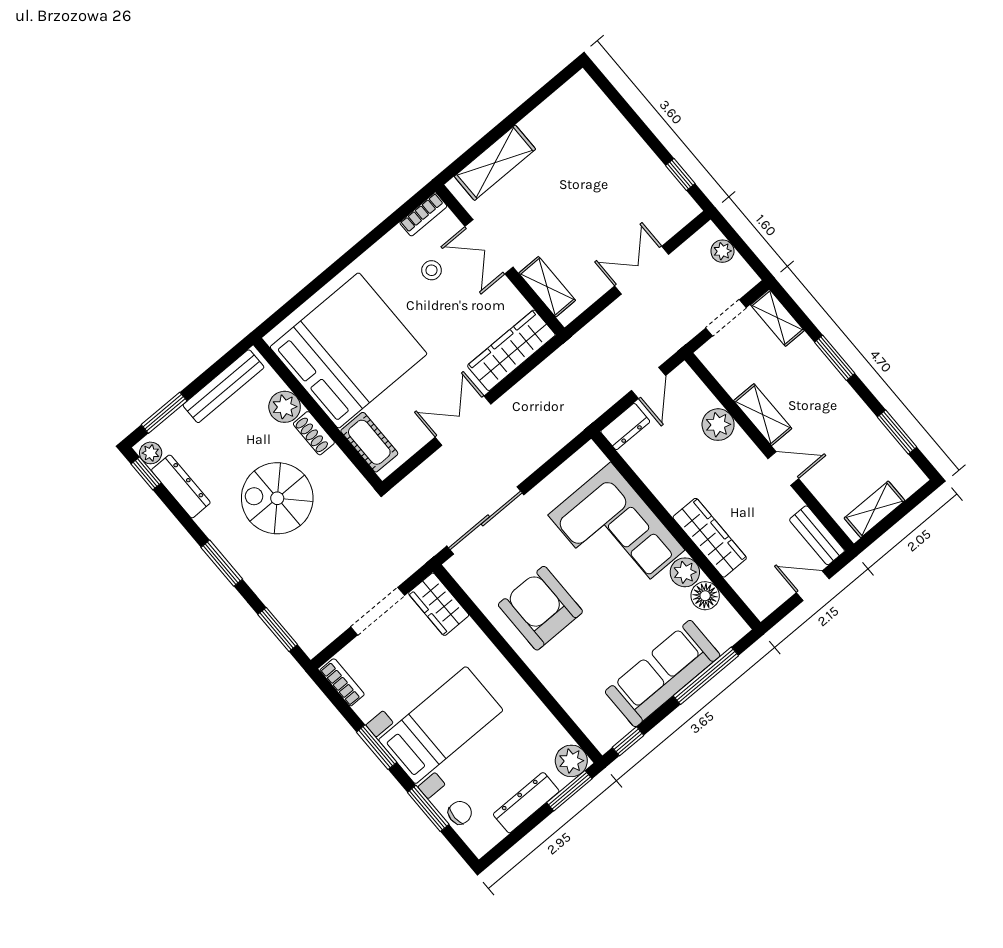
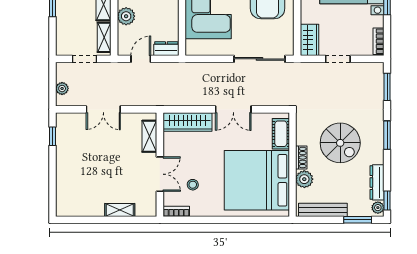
shelving: (495, 163) -> (120, 210), width x0.67, depth x0.75
shelving: (777, 318) -> (104, 37), moved
doorway: (378, 611) -> (338, 59), width x0.73

